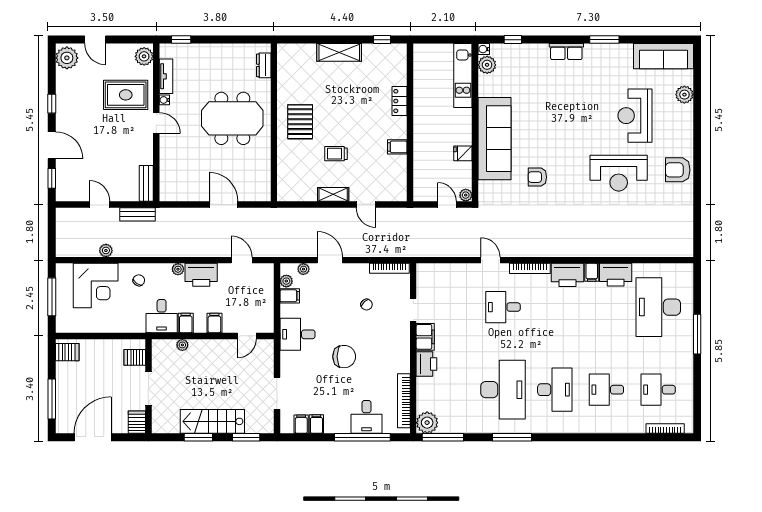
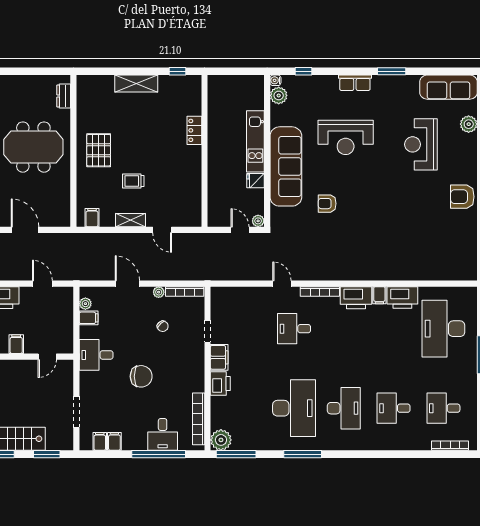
kitchen unit: (463, 76) -> (255, 141), moved
filing cabinet: (397, 147) -> (92, 218), moved, turned 90
reception desk: (619, 173) -> (346, 137), moved
plant: (303, 269) -> (159, 292), moved

